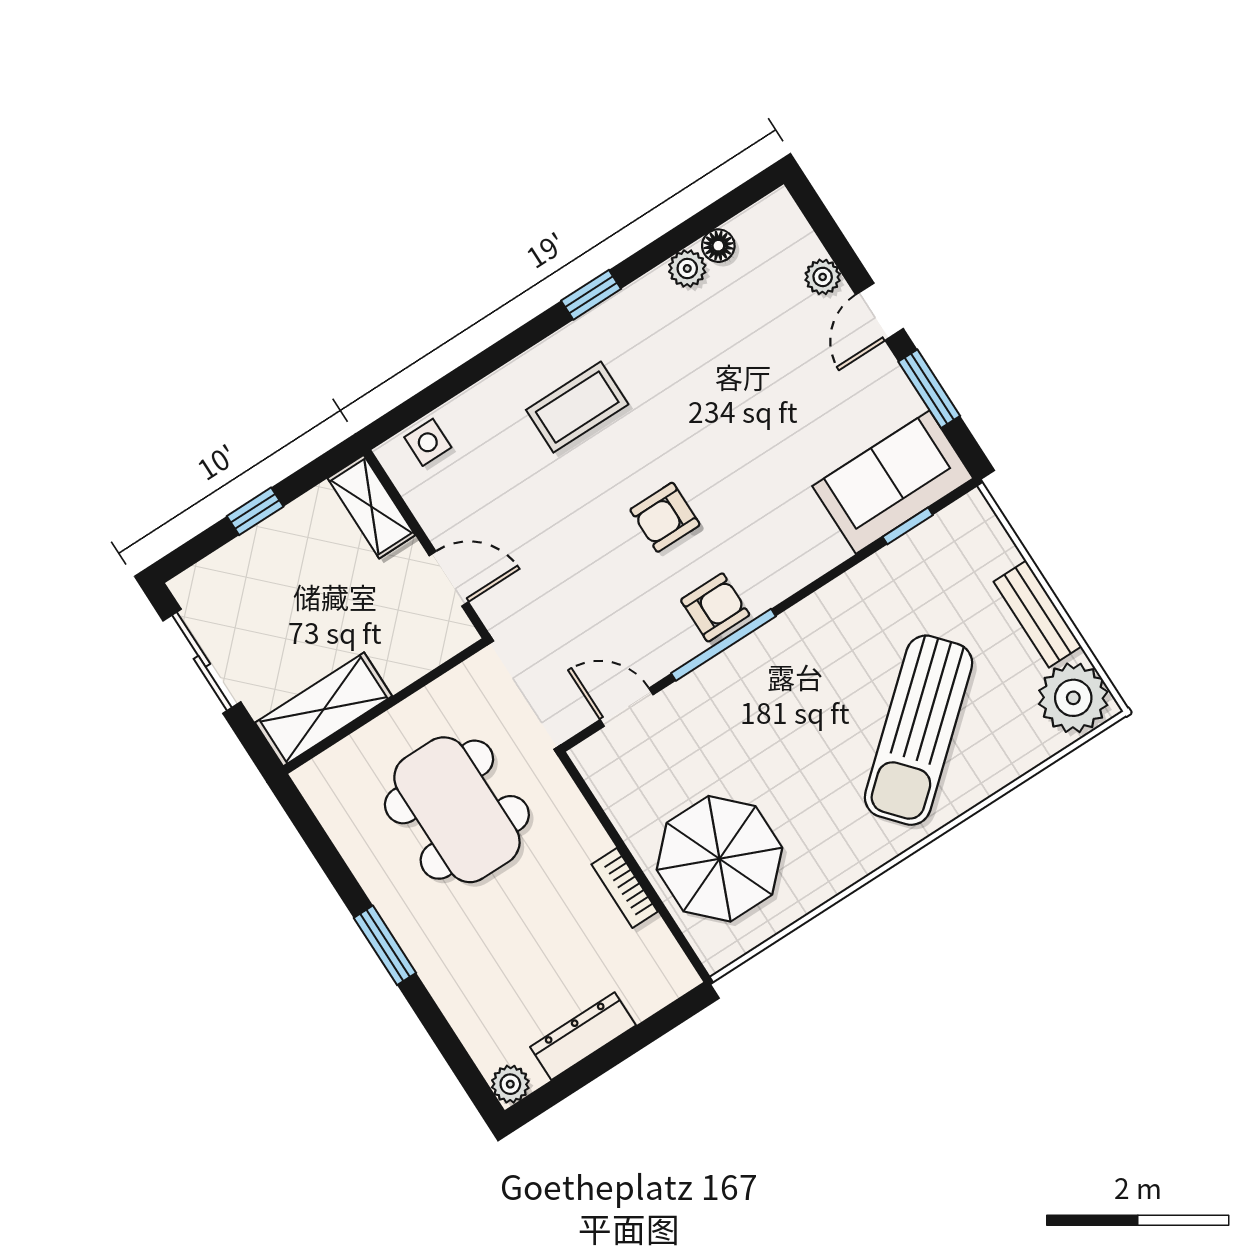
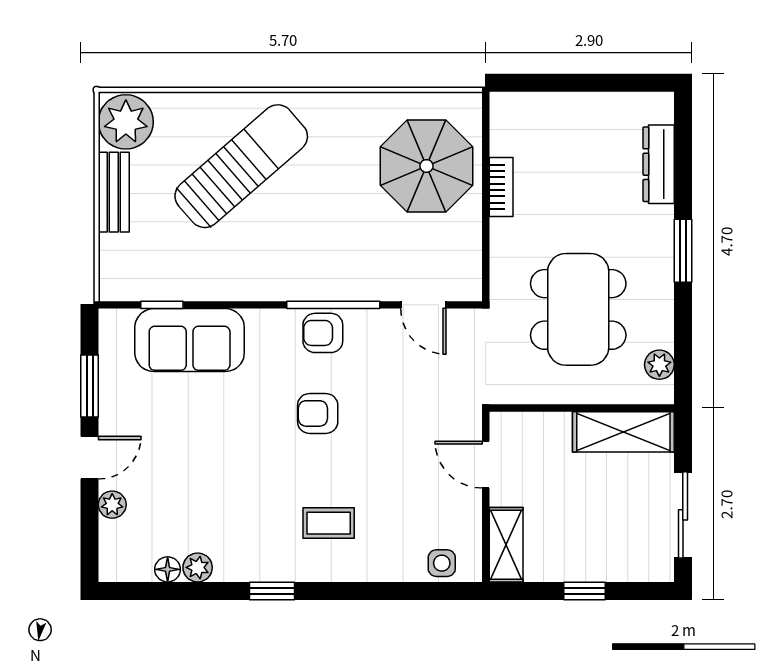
coffee table: (577, 407) -> (329, 523), width x0.73, depth x0.77
sofa: (893, 482) -> (190, 340), moved
armchair: (665, 517) -> (318, 413), turned 180
dresser: (583, 1036) -> (659, 164), moved, turned 90
plant: (510, 1084) -> (659, 365), moved

